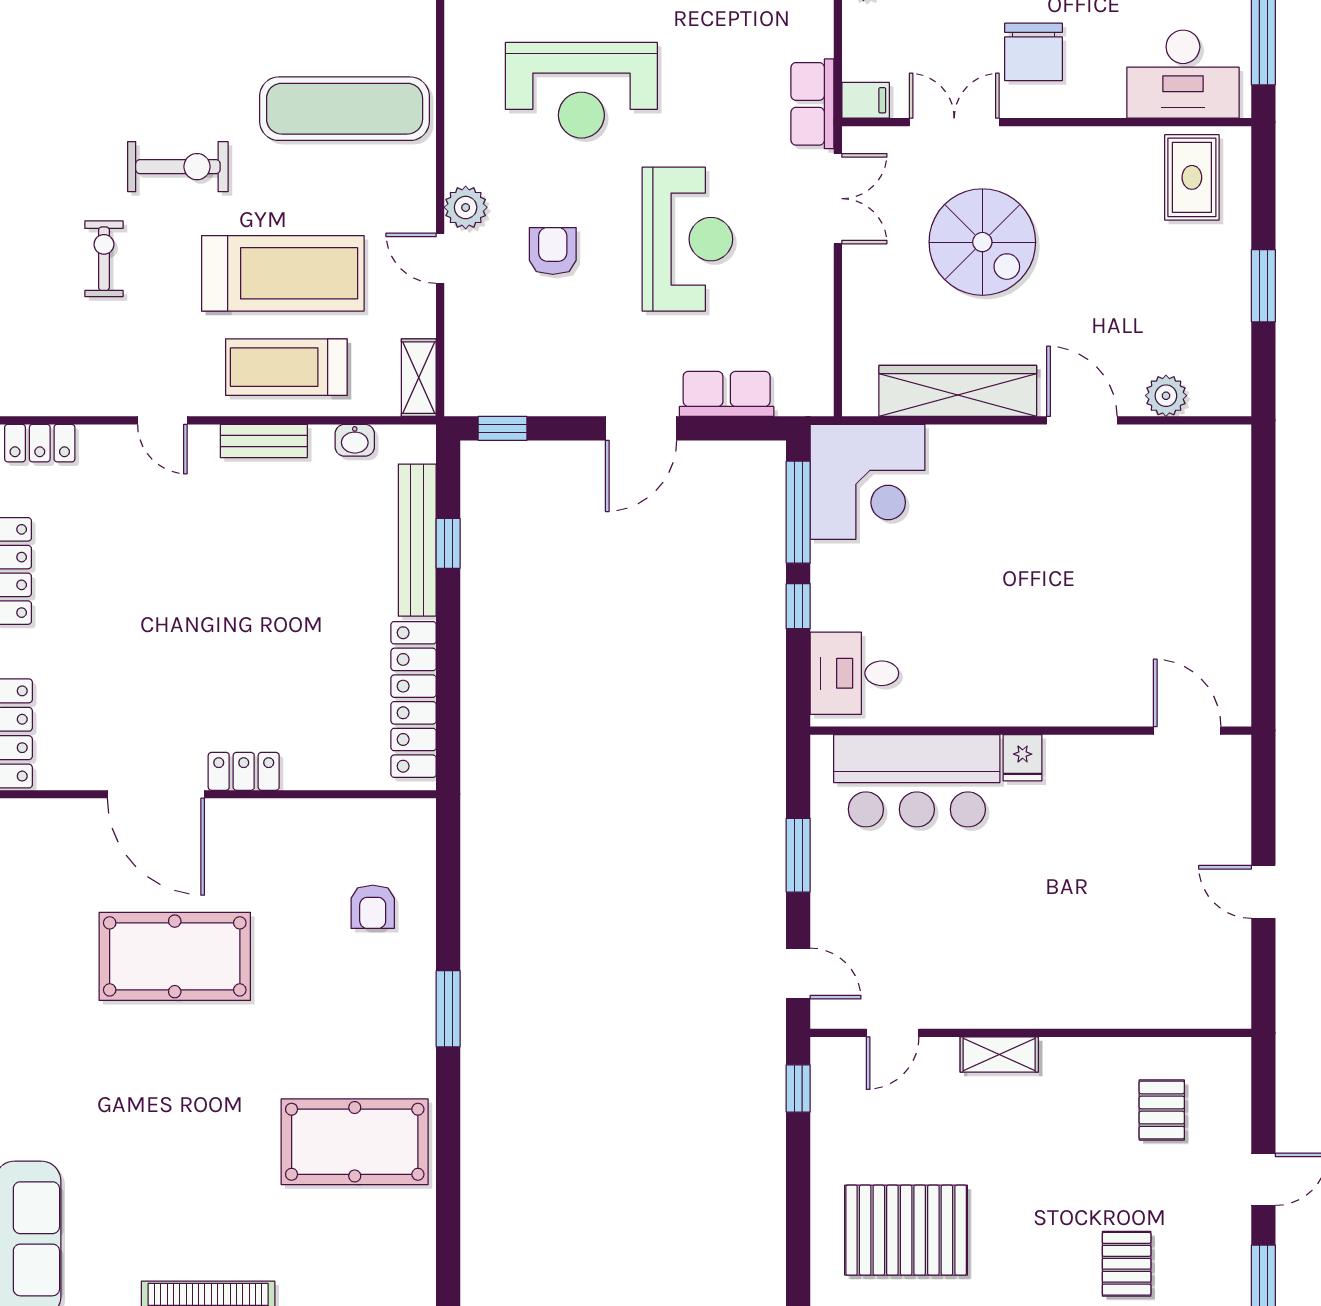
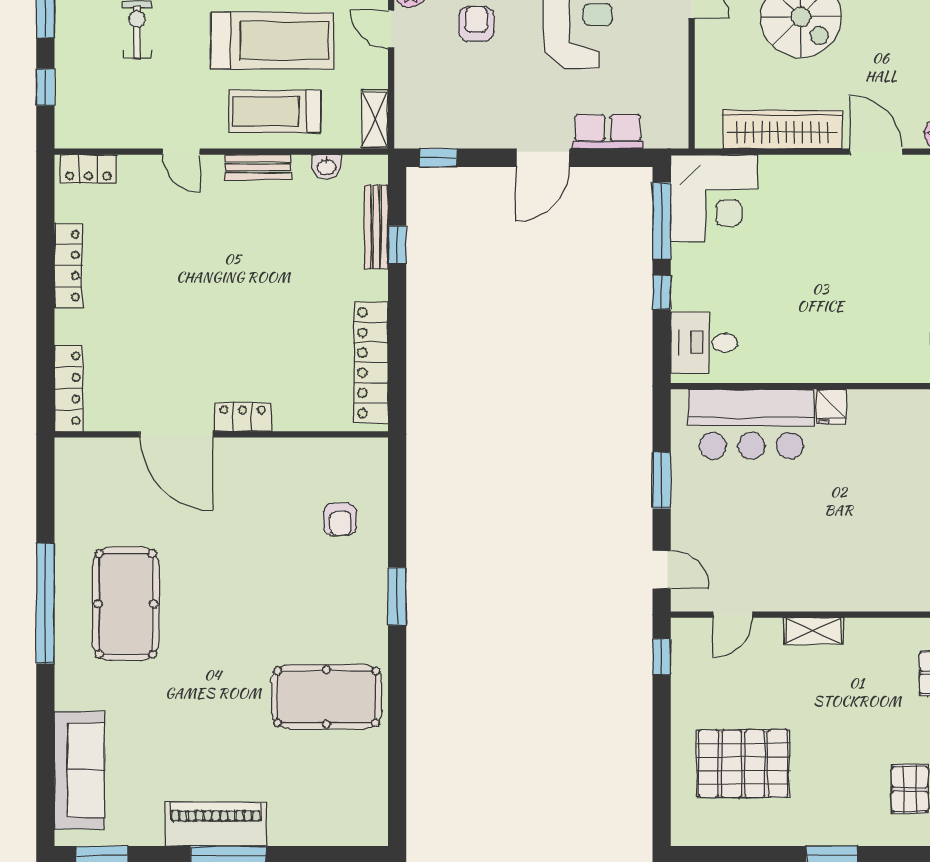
bench: (417, 540) -> (376, 227), width x0.73, depth x0.82
pool table: (175, 956) -> (126, 604), moved, turned 90

